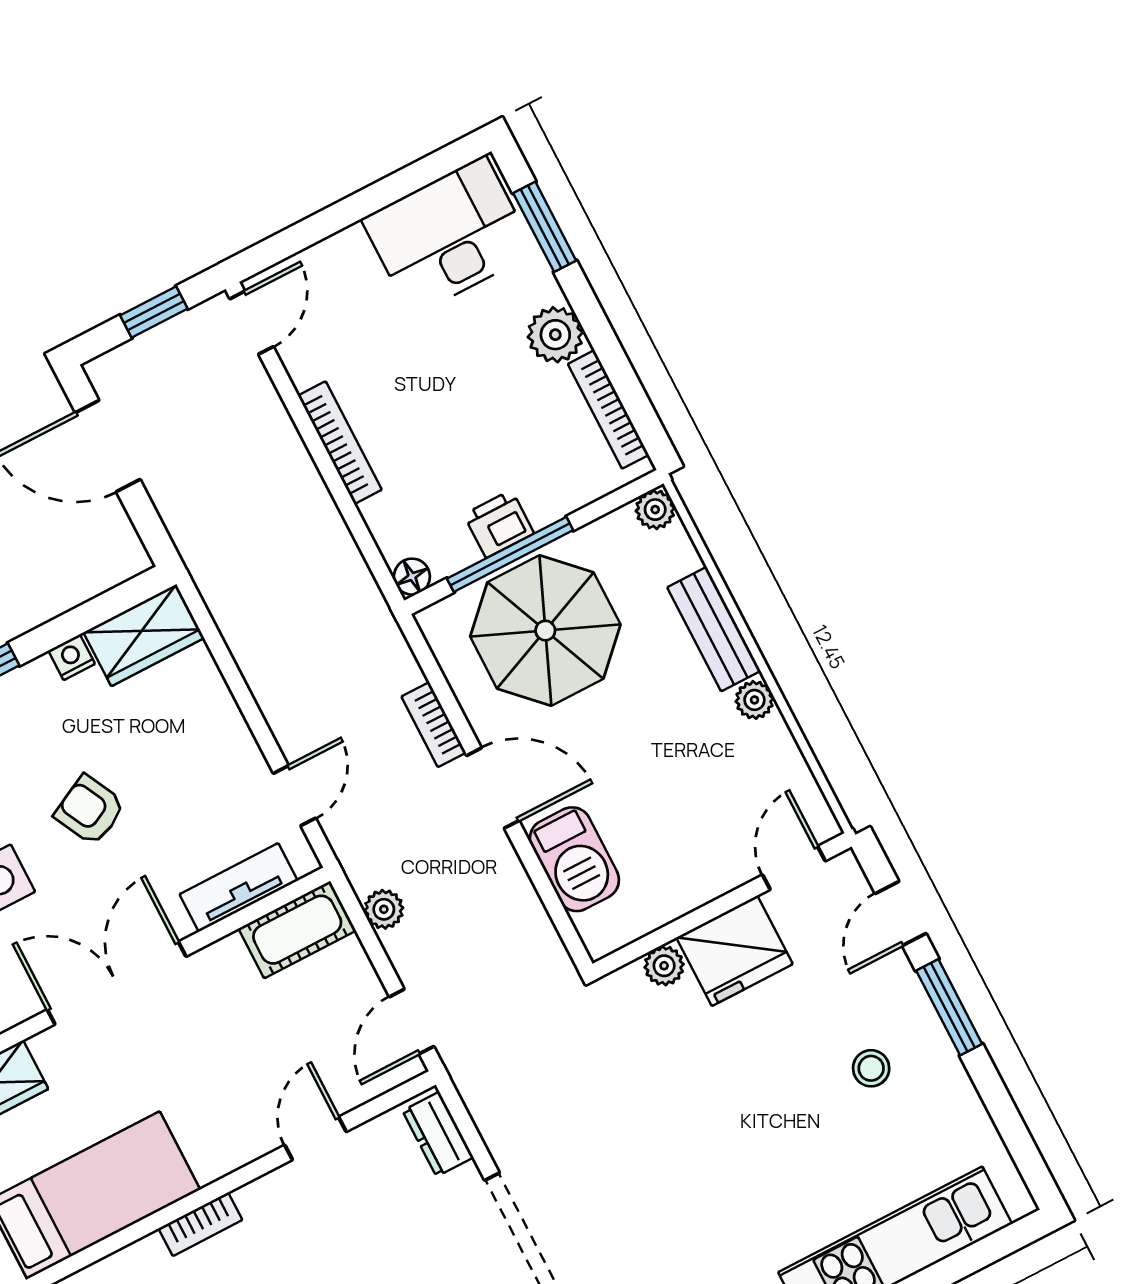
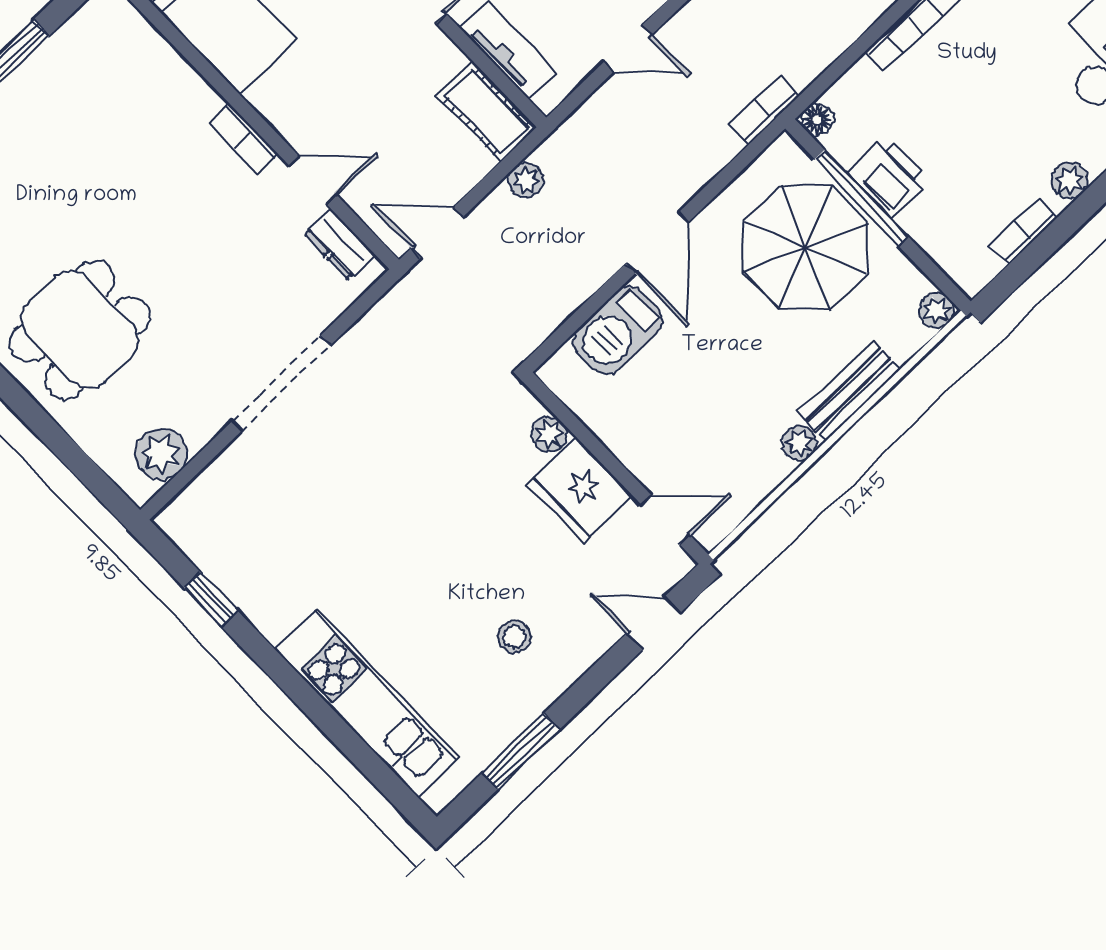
plant: (555, 335) -> (1070, 181), width x0.73, depth x0.73
bookcase: (608, 409) -> (1024, 231), width x0.64
printer: (499, 524) -> (888, 177), width x1.36, depth x1.24
bookcase: (434, 725) -> (764, 110), moved
door: (295, 796) -> (628, 48), moved
window: (949, 1007) -> (521, 751), moved
dresser: (438, 1134) -> (340, 244), moved, turned -90
bookcase: (200, 1224) -> (244, 139), moved

